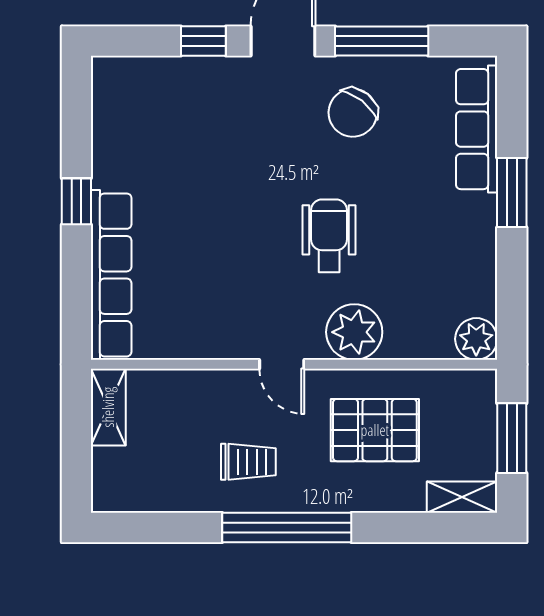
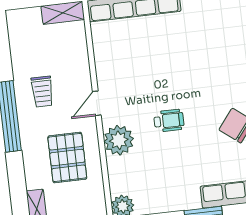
wheelchair: (329, 236) -> (169, 121), width x0.73, depth x0.73

